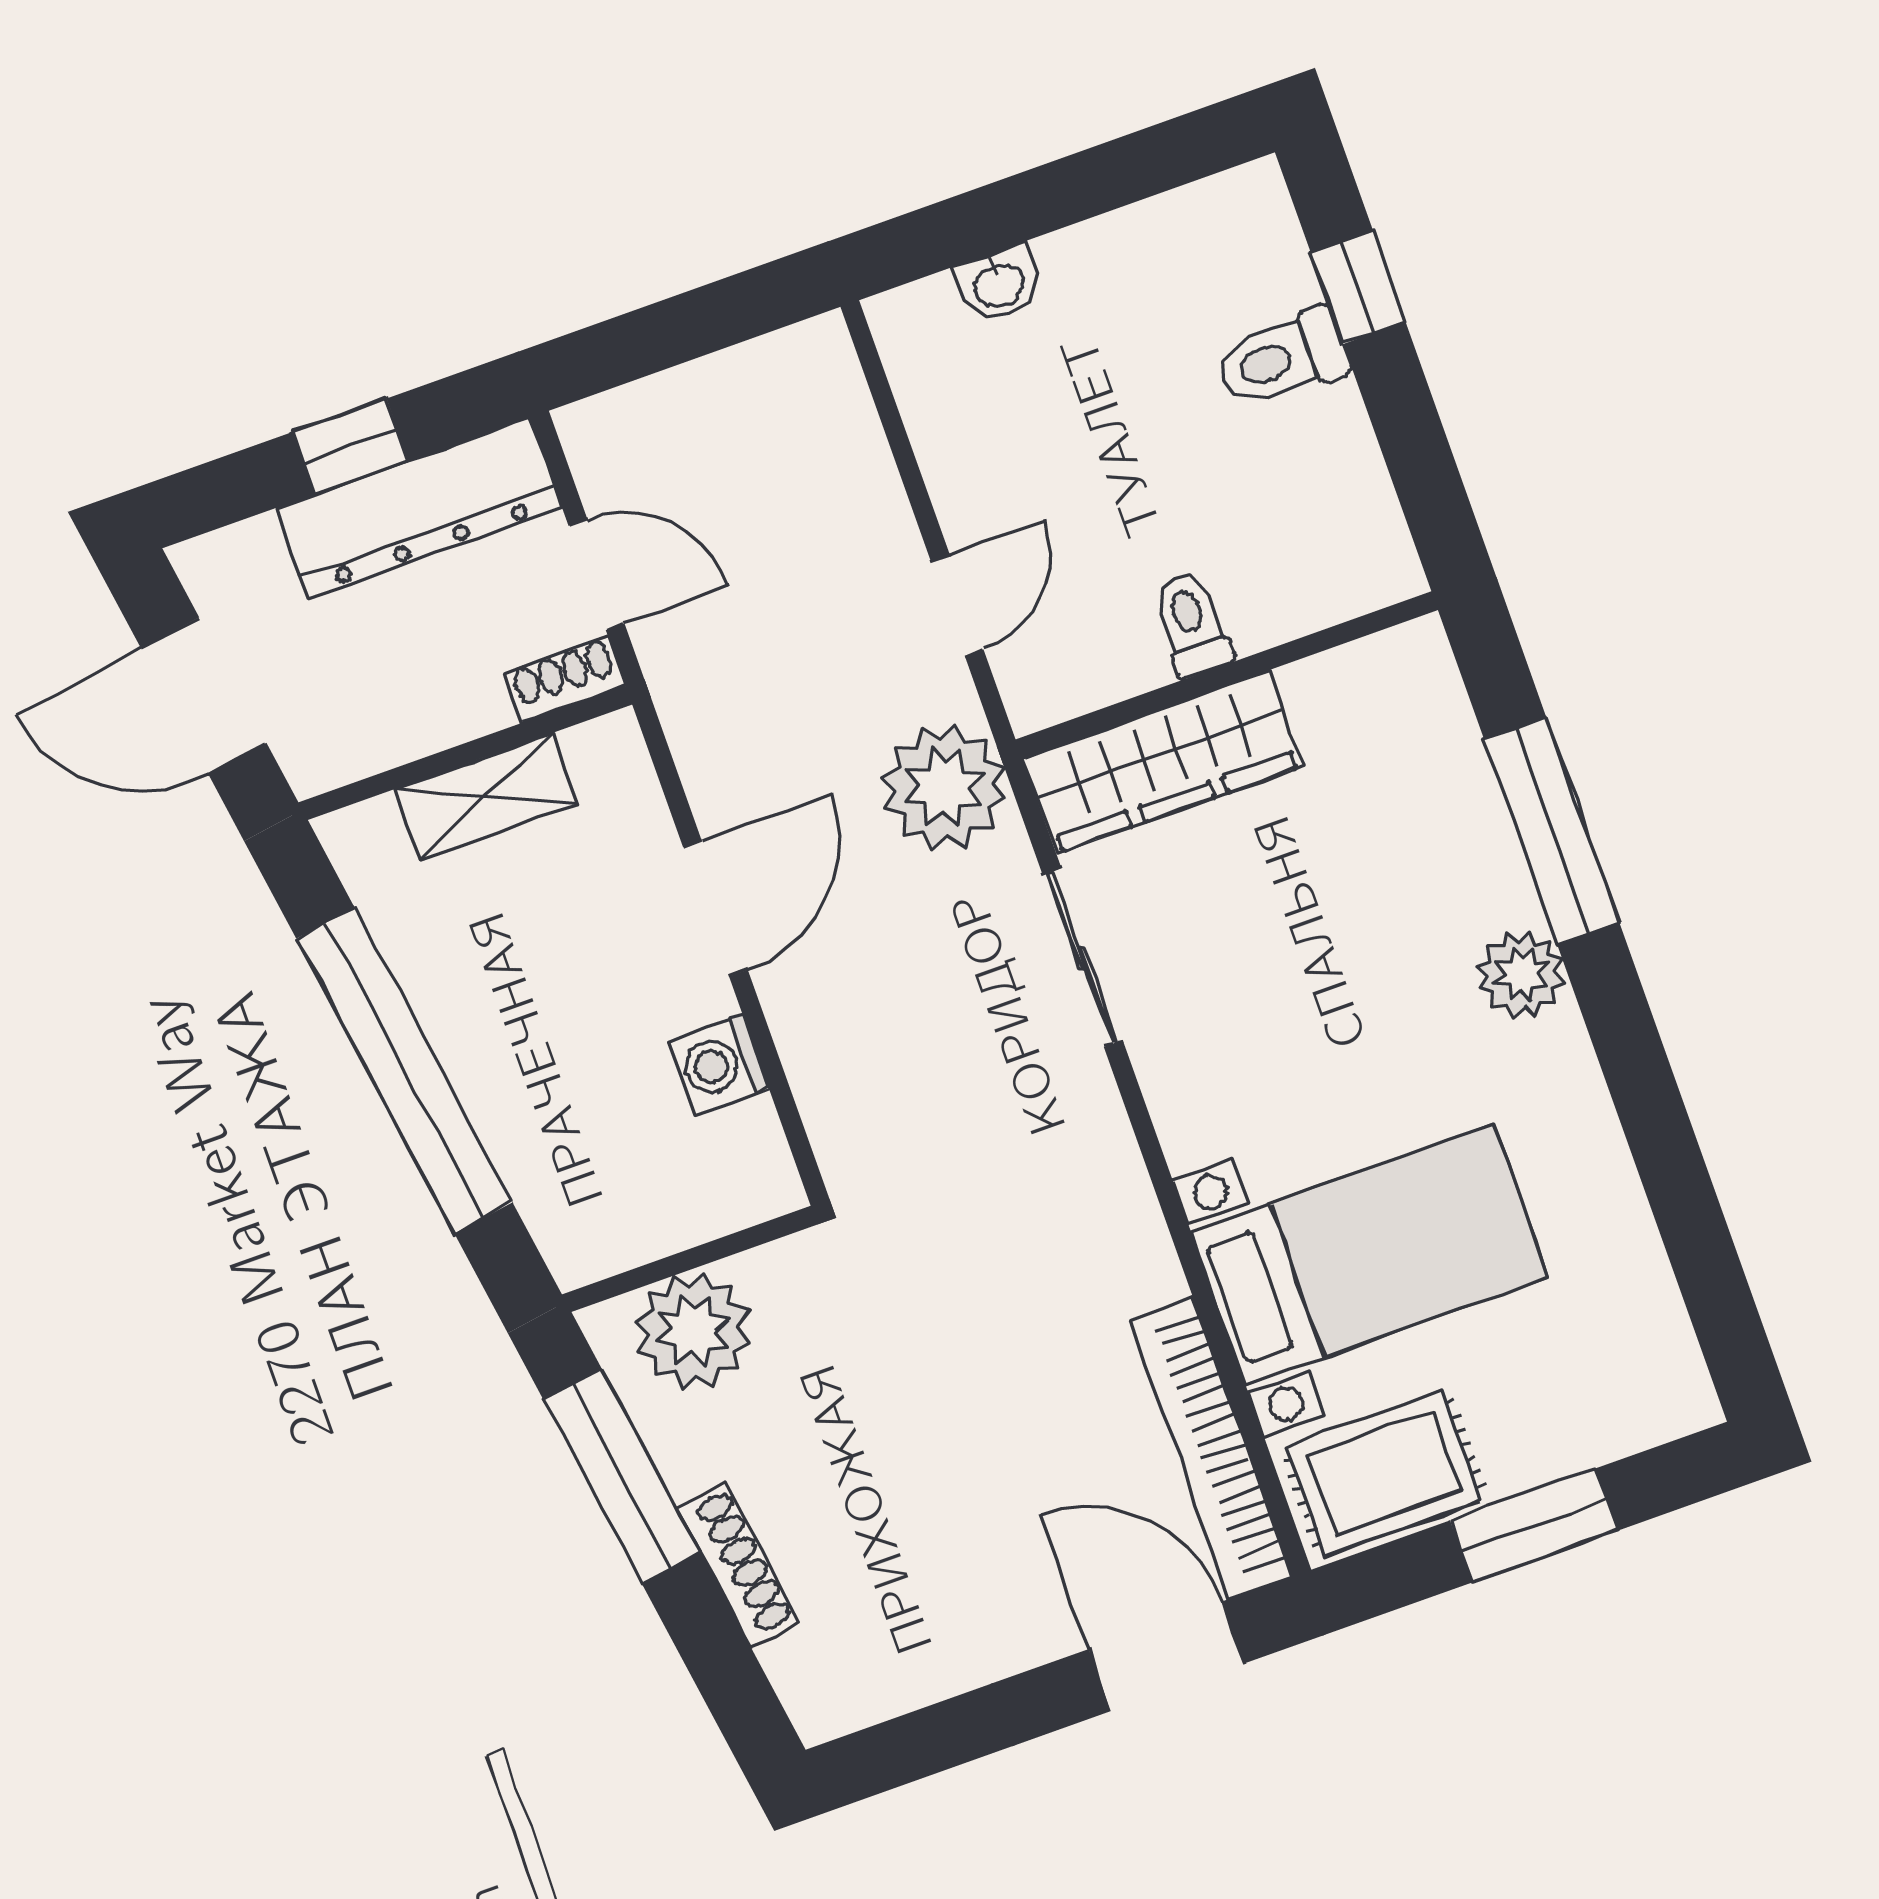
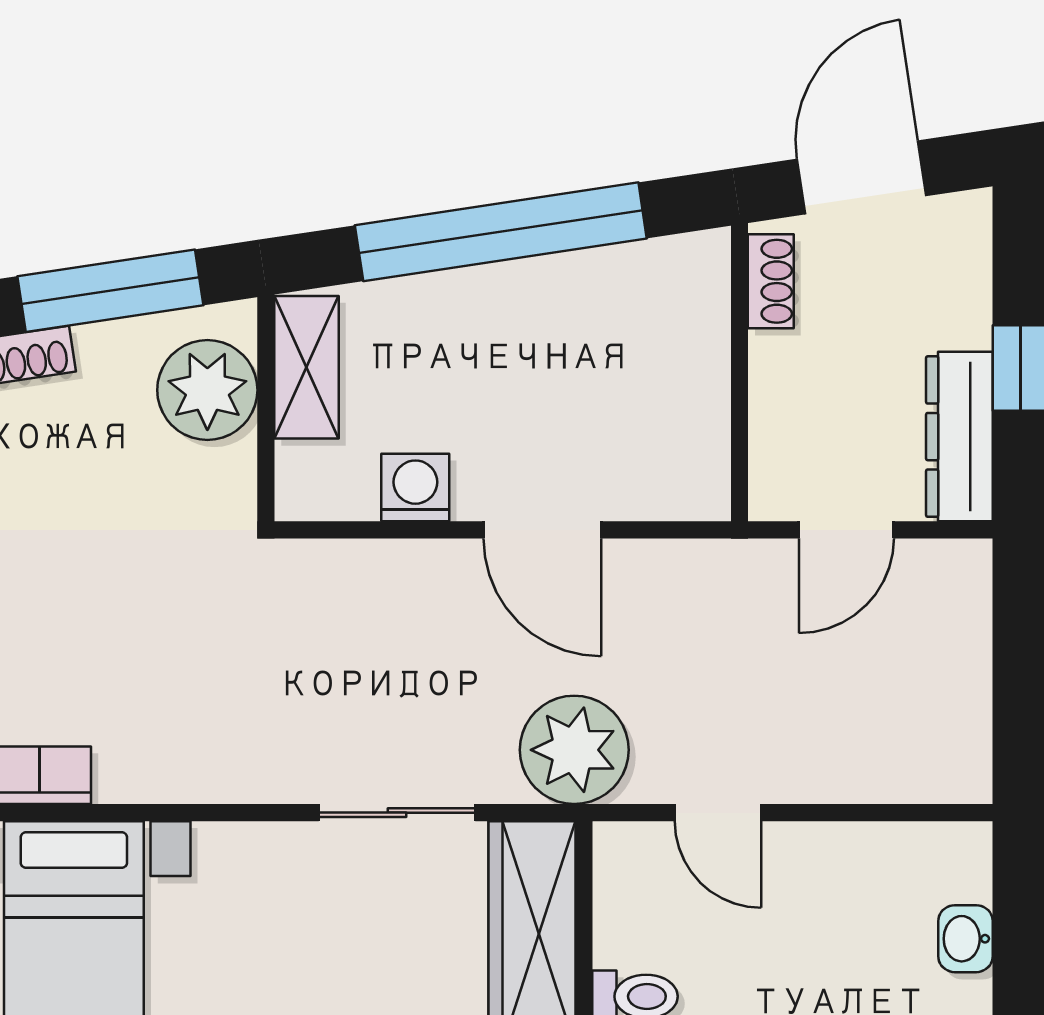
dresser: (419, 508) -> (959, 437), width x0.73, depth x0.80
shoe rack: (565, 679) -> (771, 281), moved
shelving: (486, 796) -> (306, 367), moved

